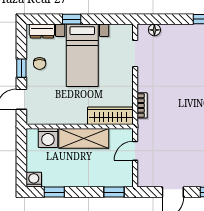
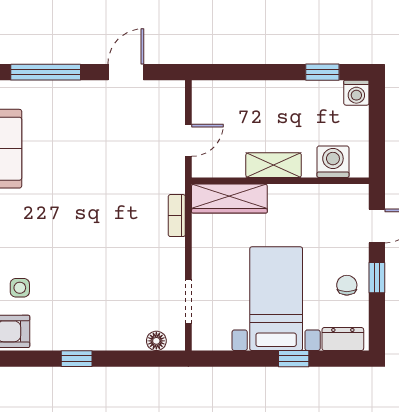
shelving: (84, 138) -> (274, 165), width x0.67, depth x0.75
window: (114, 192) -> (224, 72), removed

